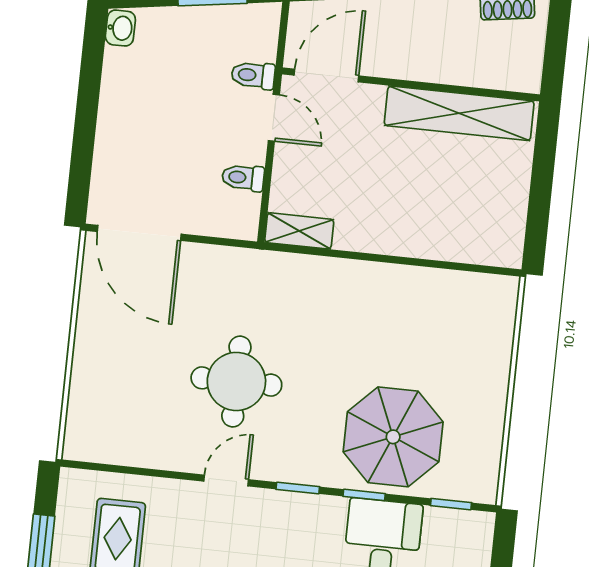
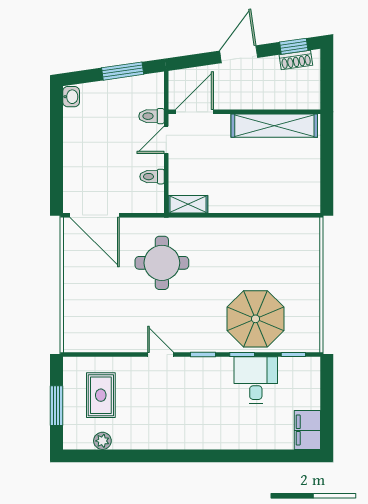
door: (274, 118) -> (166, 140), swing flipped
round table: (236, 381) -> (162, 263), moved
door: (226, 480) -> (161, 355), hinge flipped

